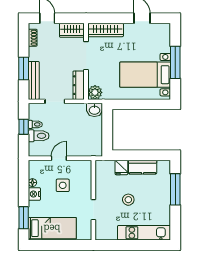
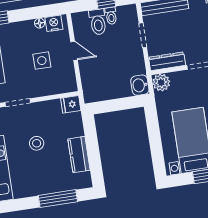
fridge: (121, 168) -> (71, 104), moved
nightstand: (34, 194) -> (54, 23), moved

